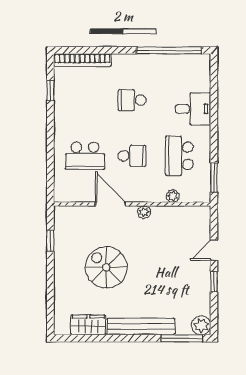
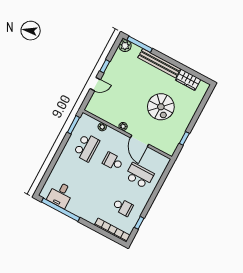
school desk: (132, 100) -> (123, 207), moved
desk: (193, 109) -> (60, 195), moved, turned -90

